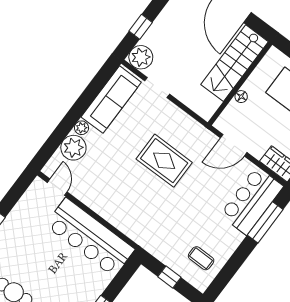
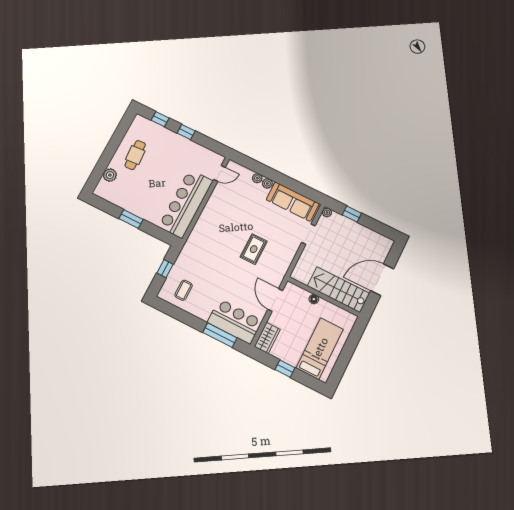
plant: (141, 57) -> (327, 212), width x0.53, depth x0.53
plant: (73, 148) -> (257, 178), width x0.53, depth x0.53
rug: (164, 161) -> (254, 249), width x0.73, depth x0.70

